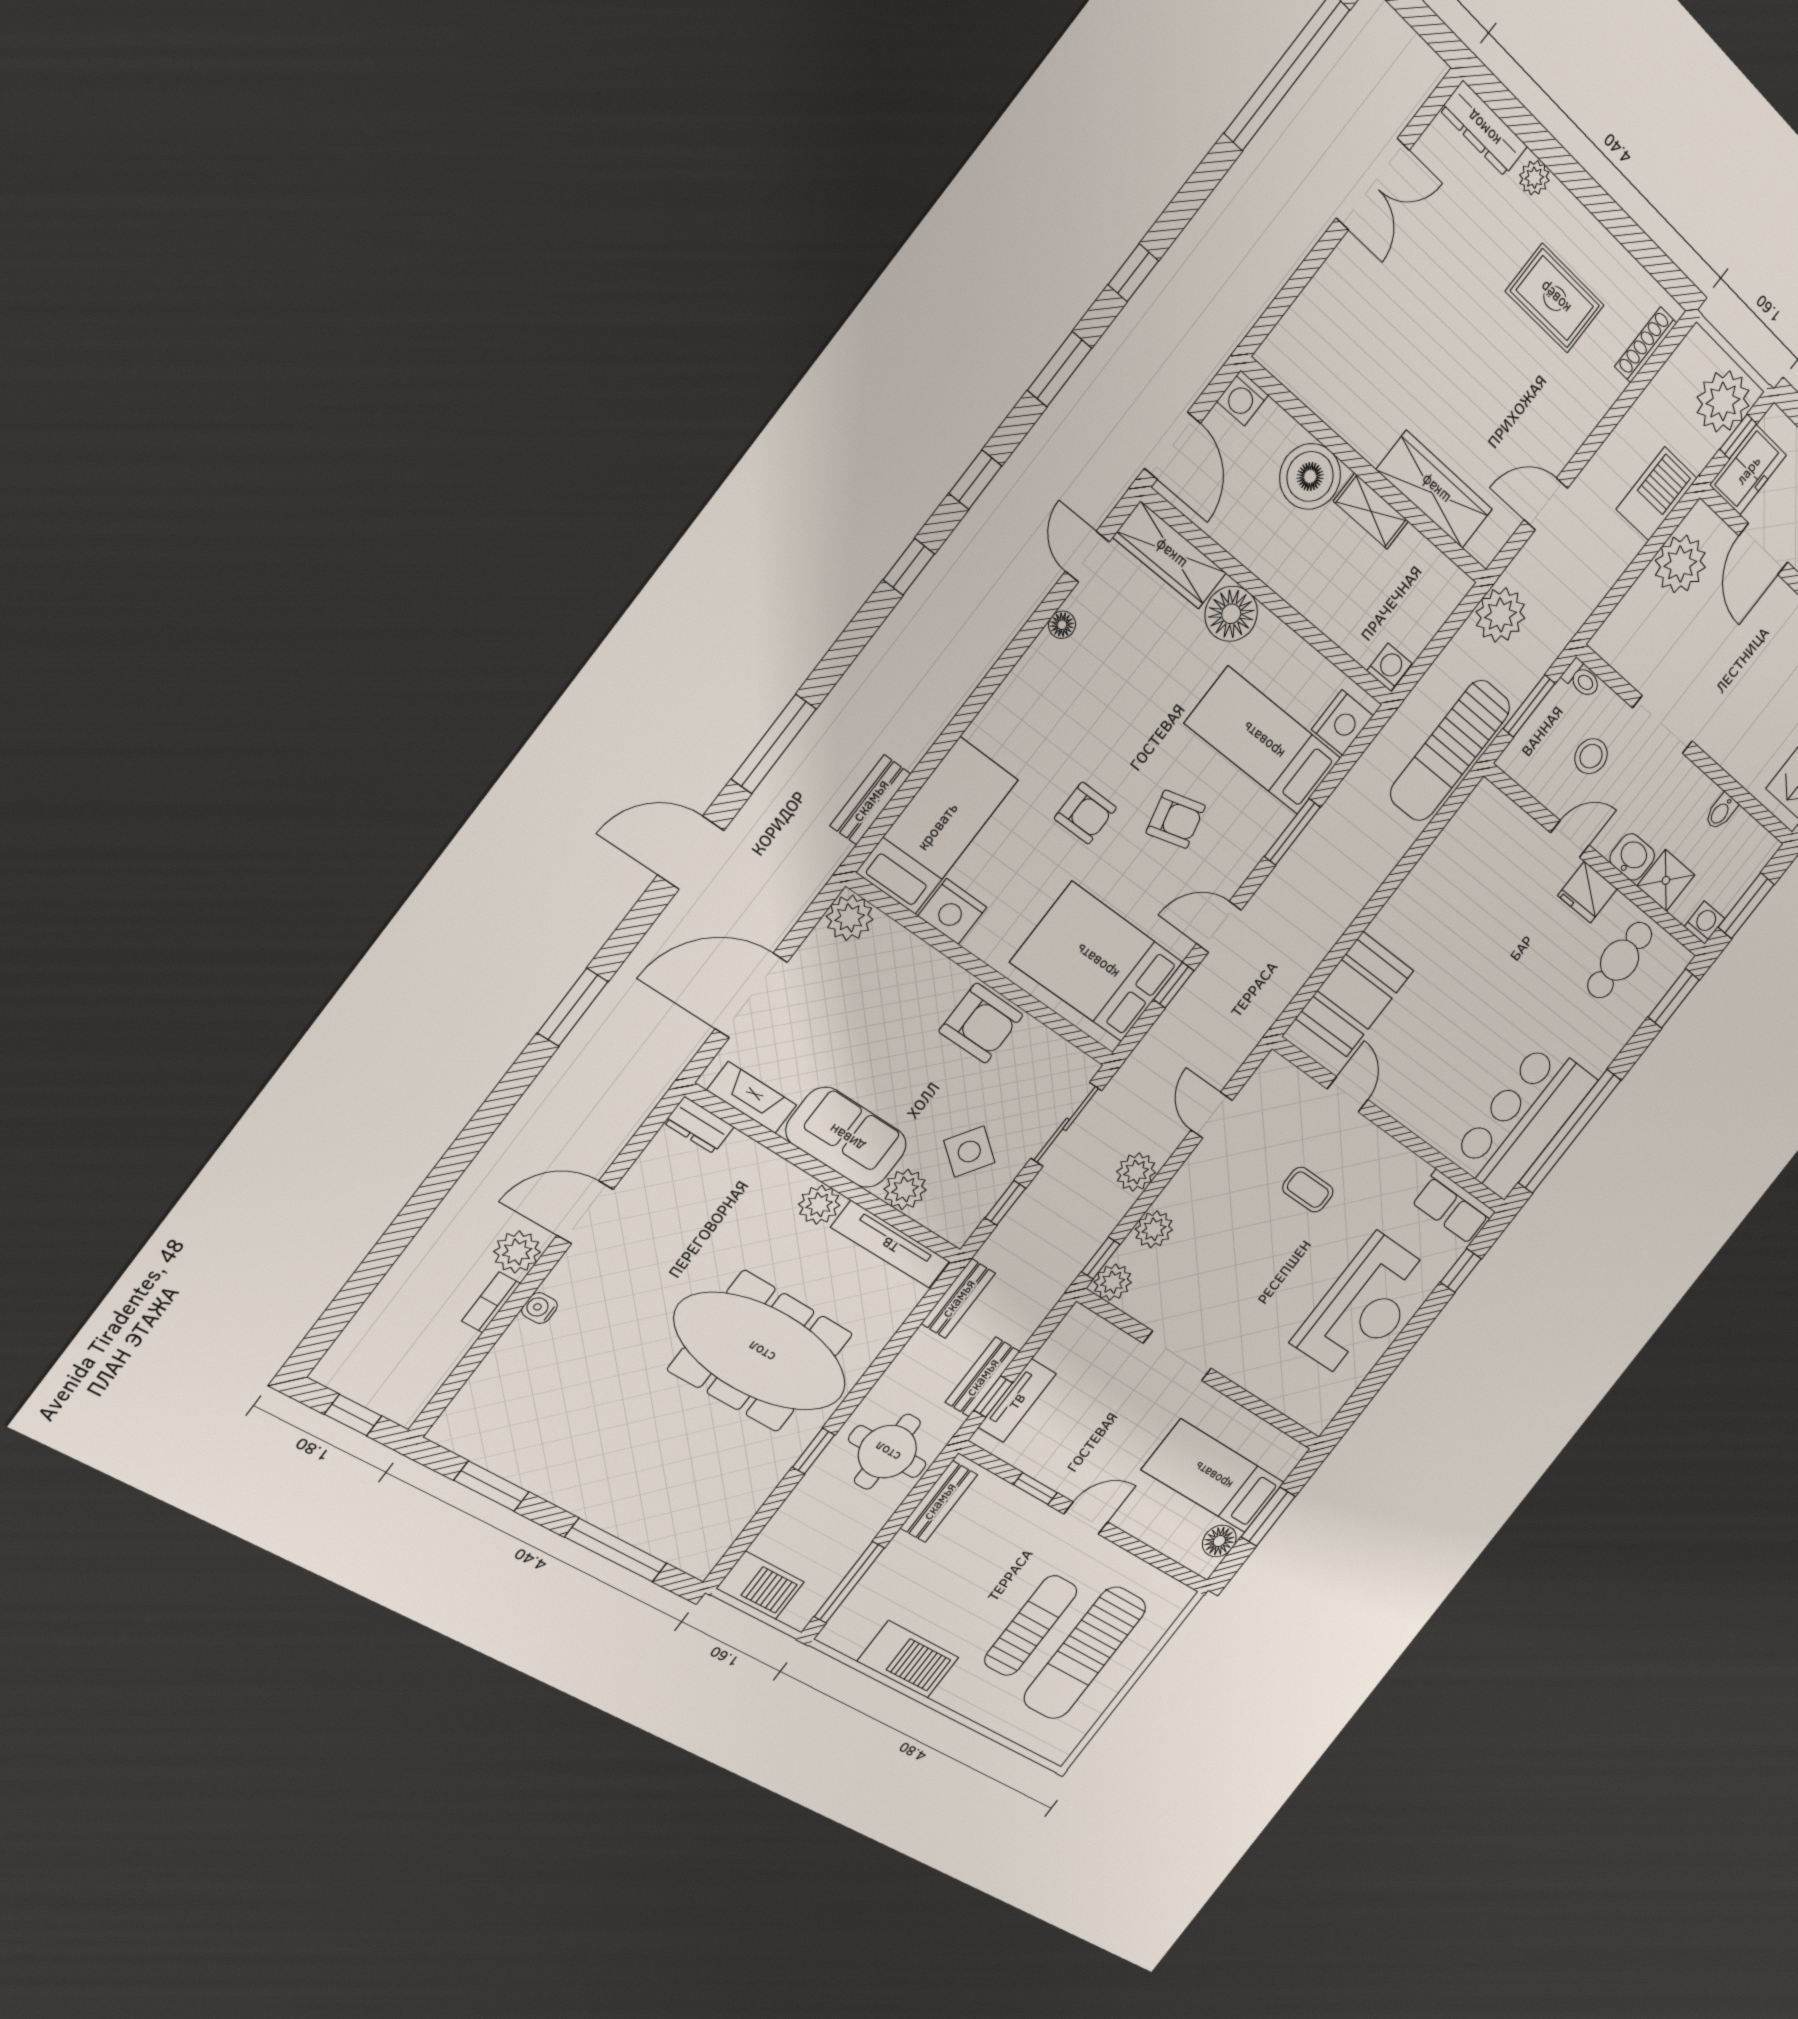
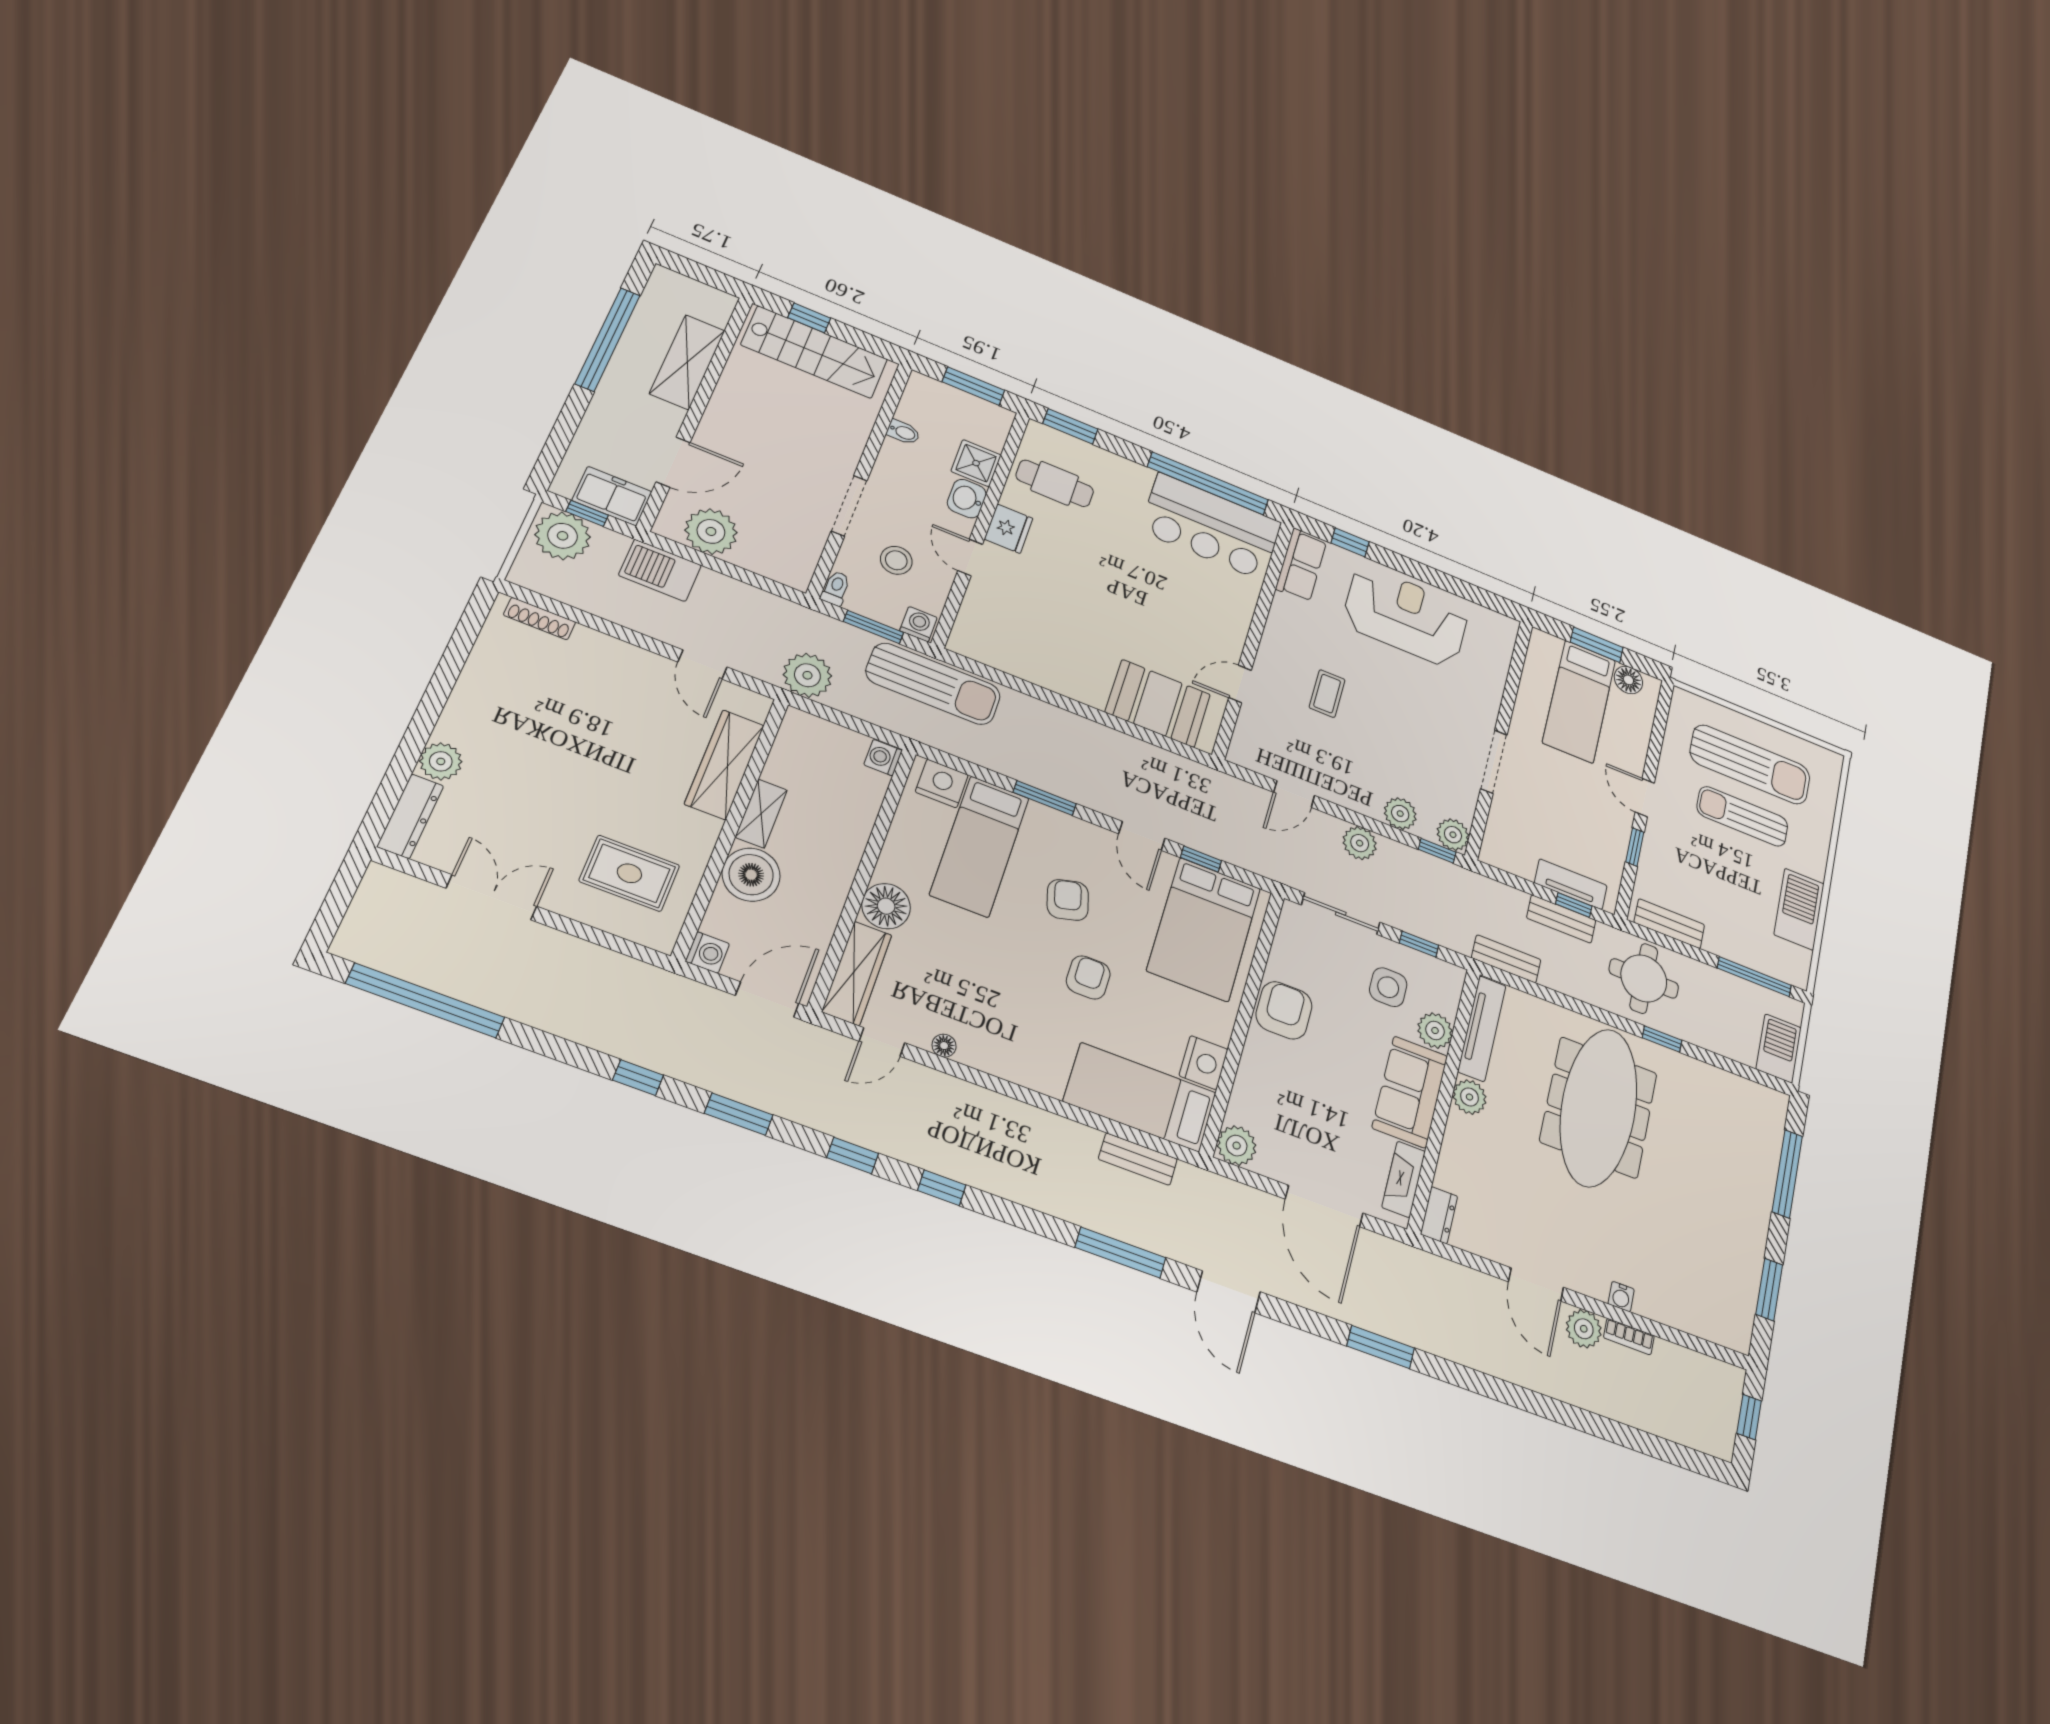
plant: (1534, 178) -> (441, 761), width x1.38, depth x1.38
rug: (1555, 298) -> (629, 873), moved, turned 90
washing machine: (1705, 923) -> (918, 624), moved, turned 90
side table: (969, 1151) -> (1388, 987), turned -36

